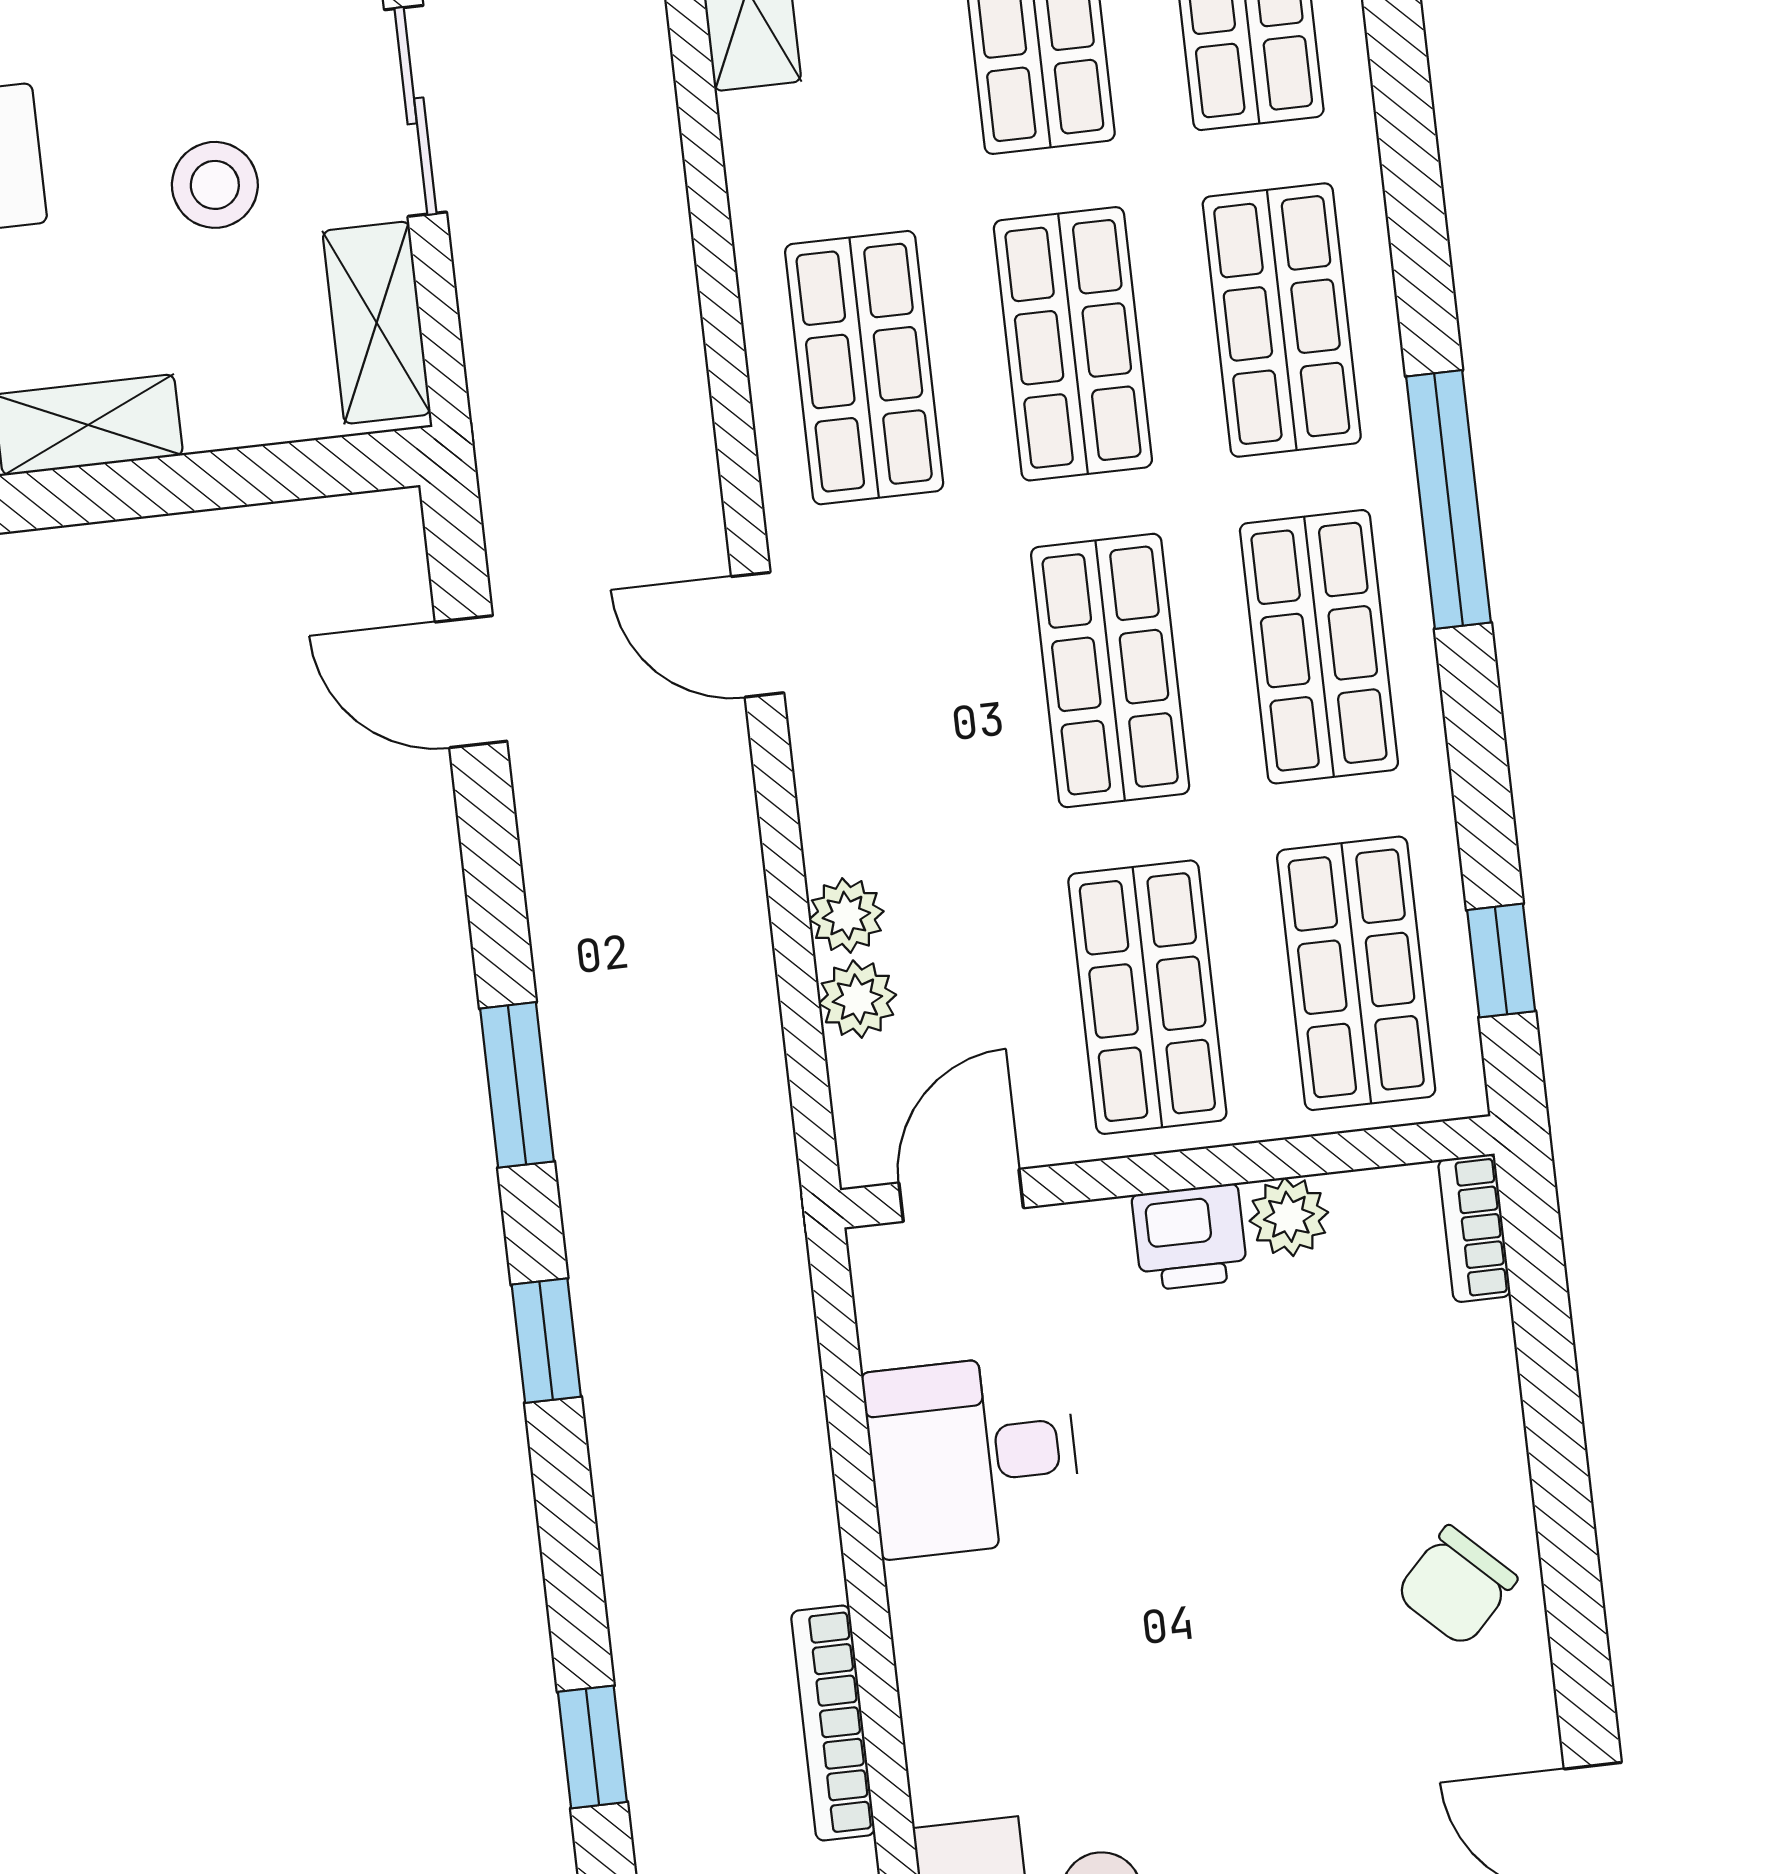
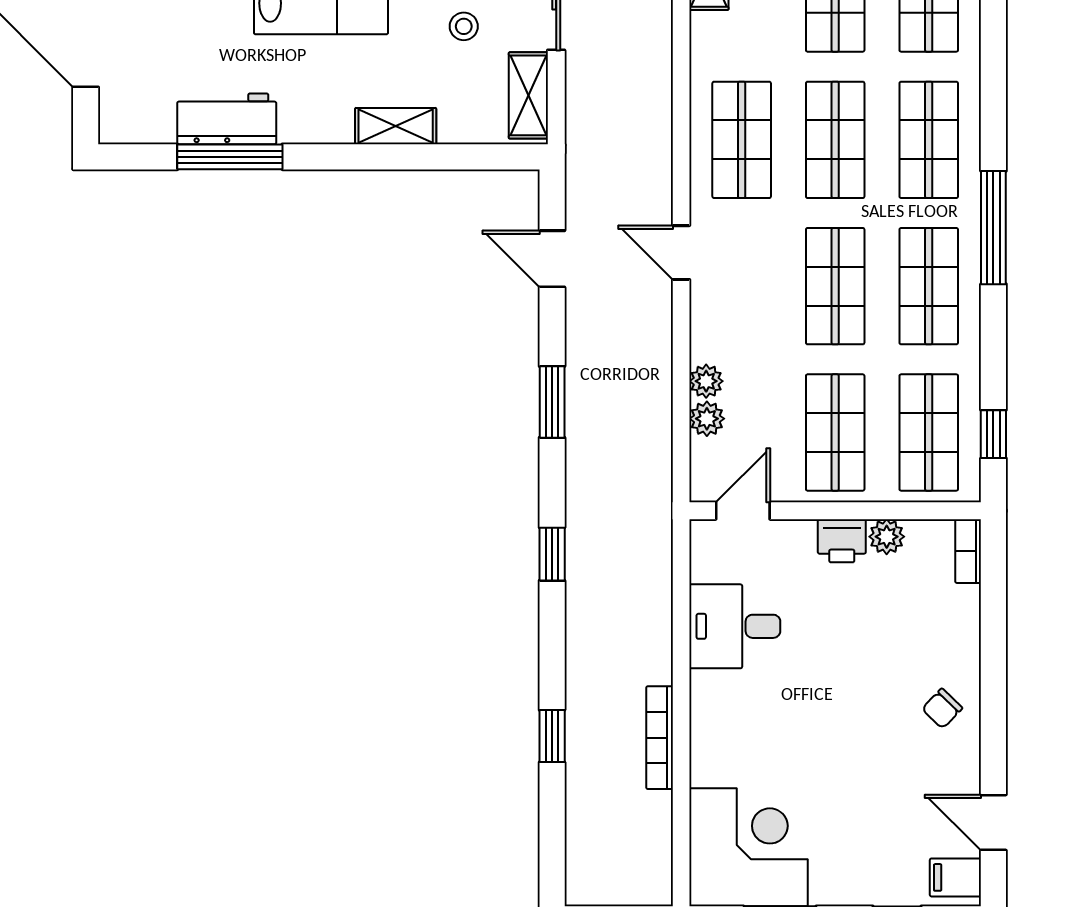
stool: (215, 185) -> (464, 26), width x0.73, depth x0.73
window: (517, 1085) -> (552, 402), moved
chair: (1456, 1586) -> (942, 709), width x0.73, depth x0.73

